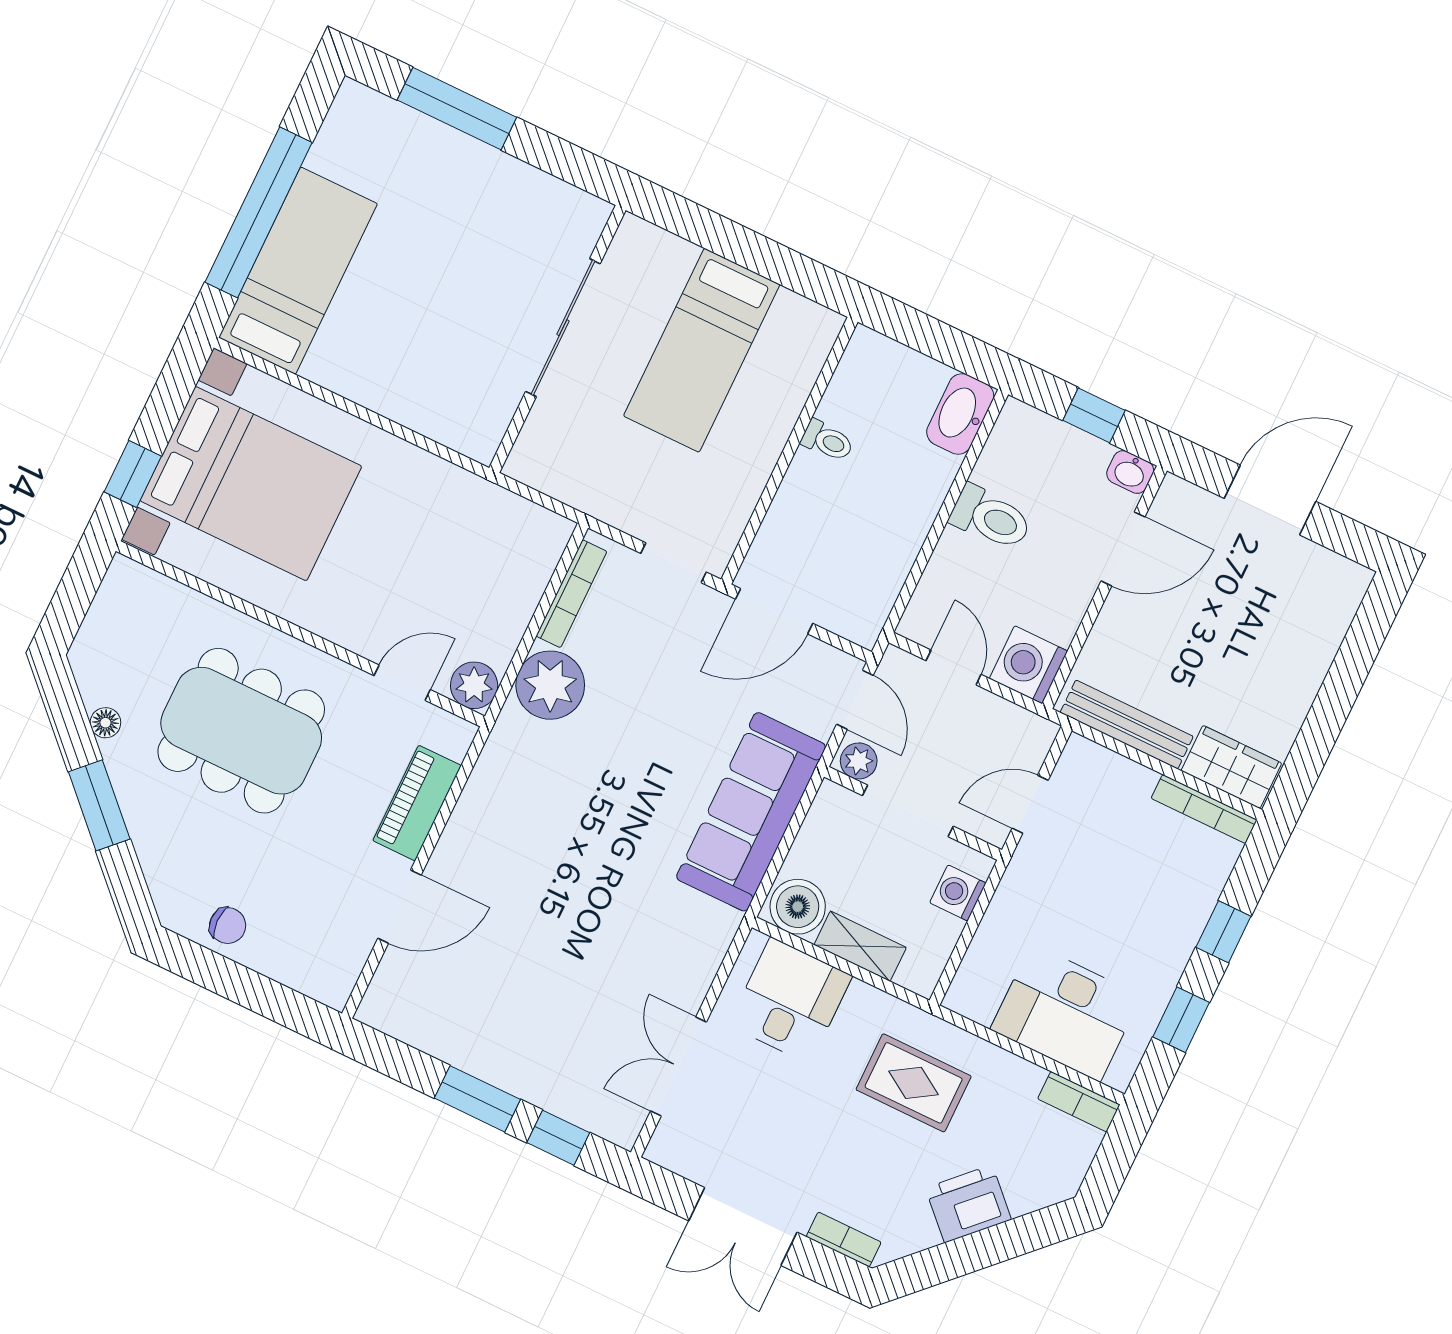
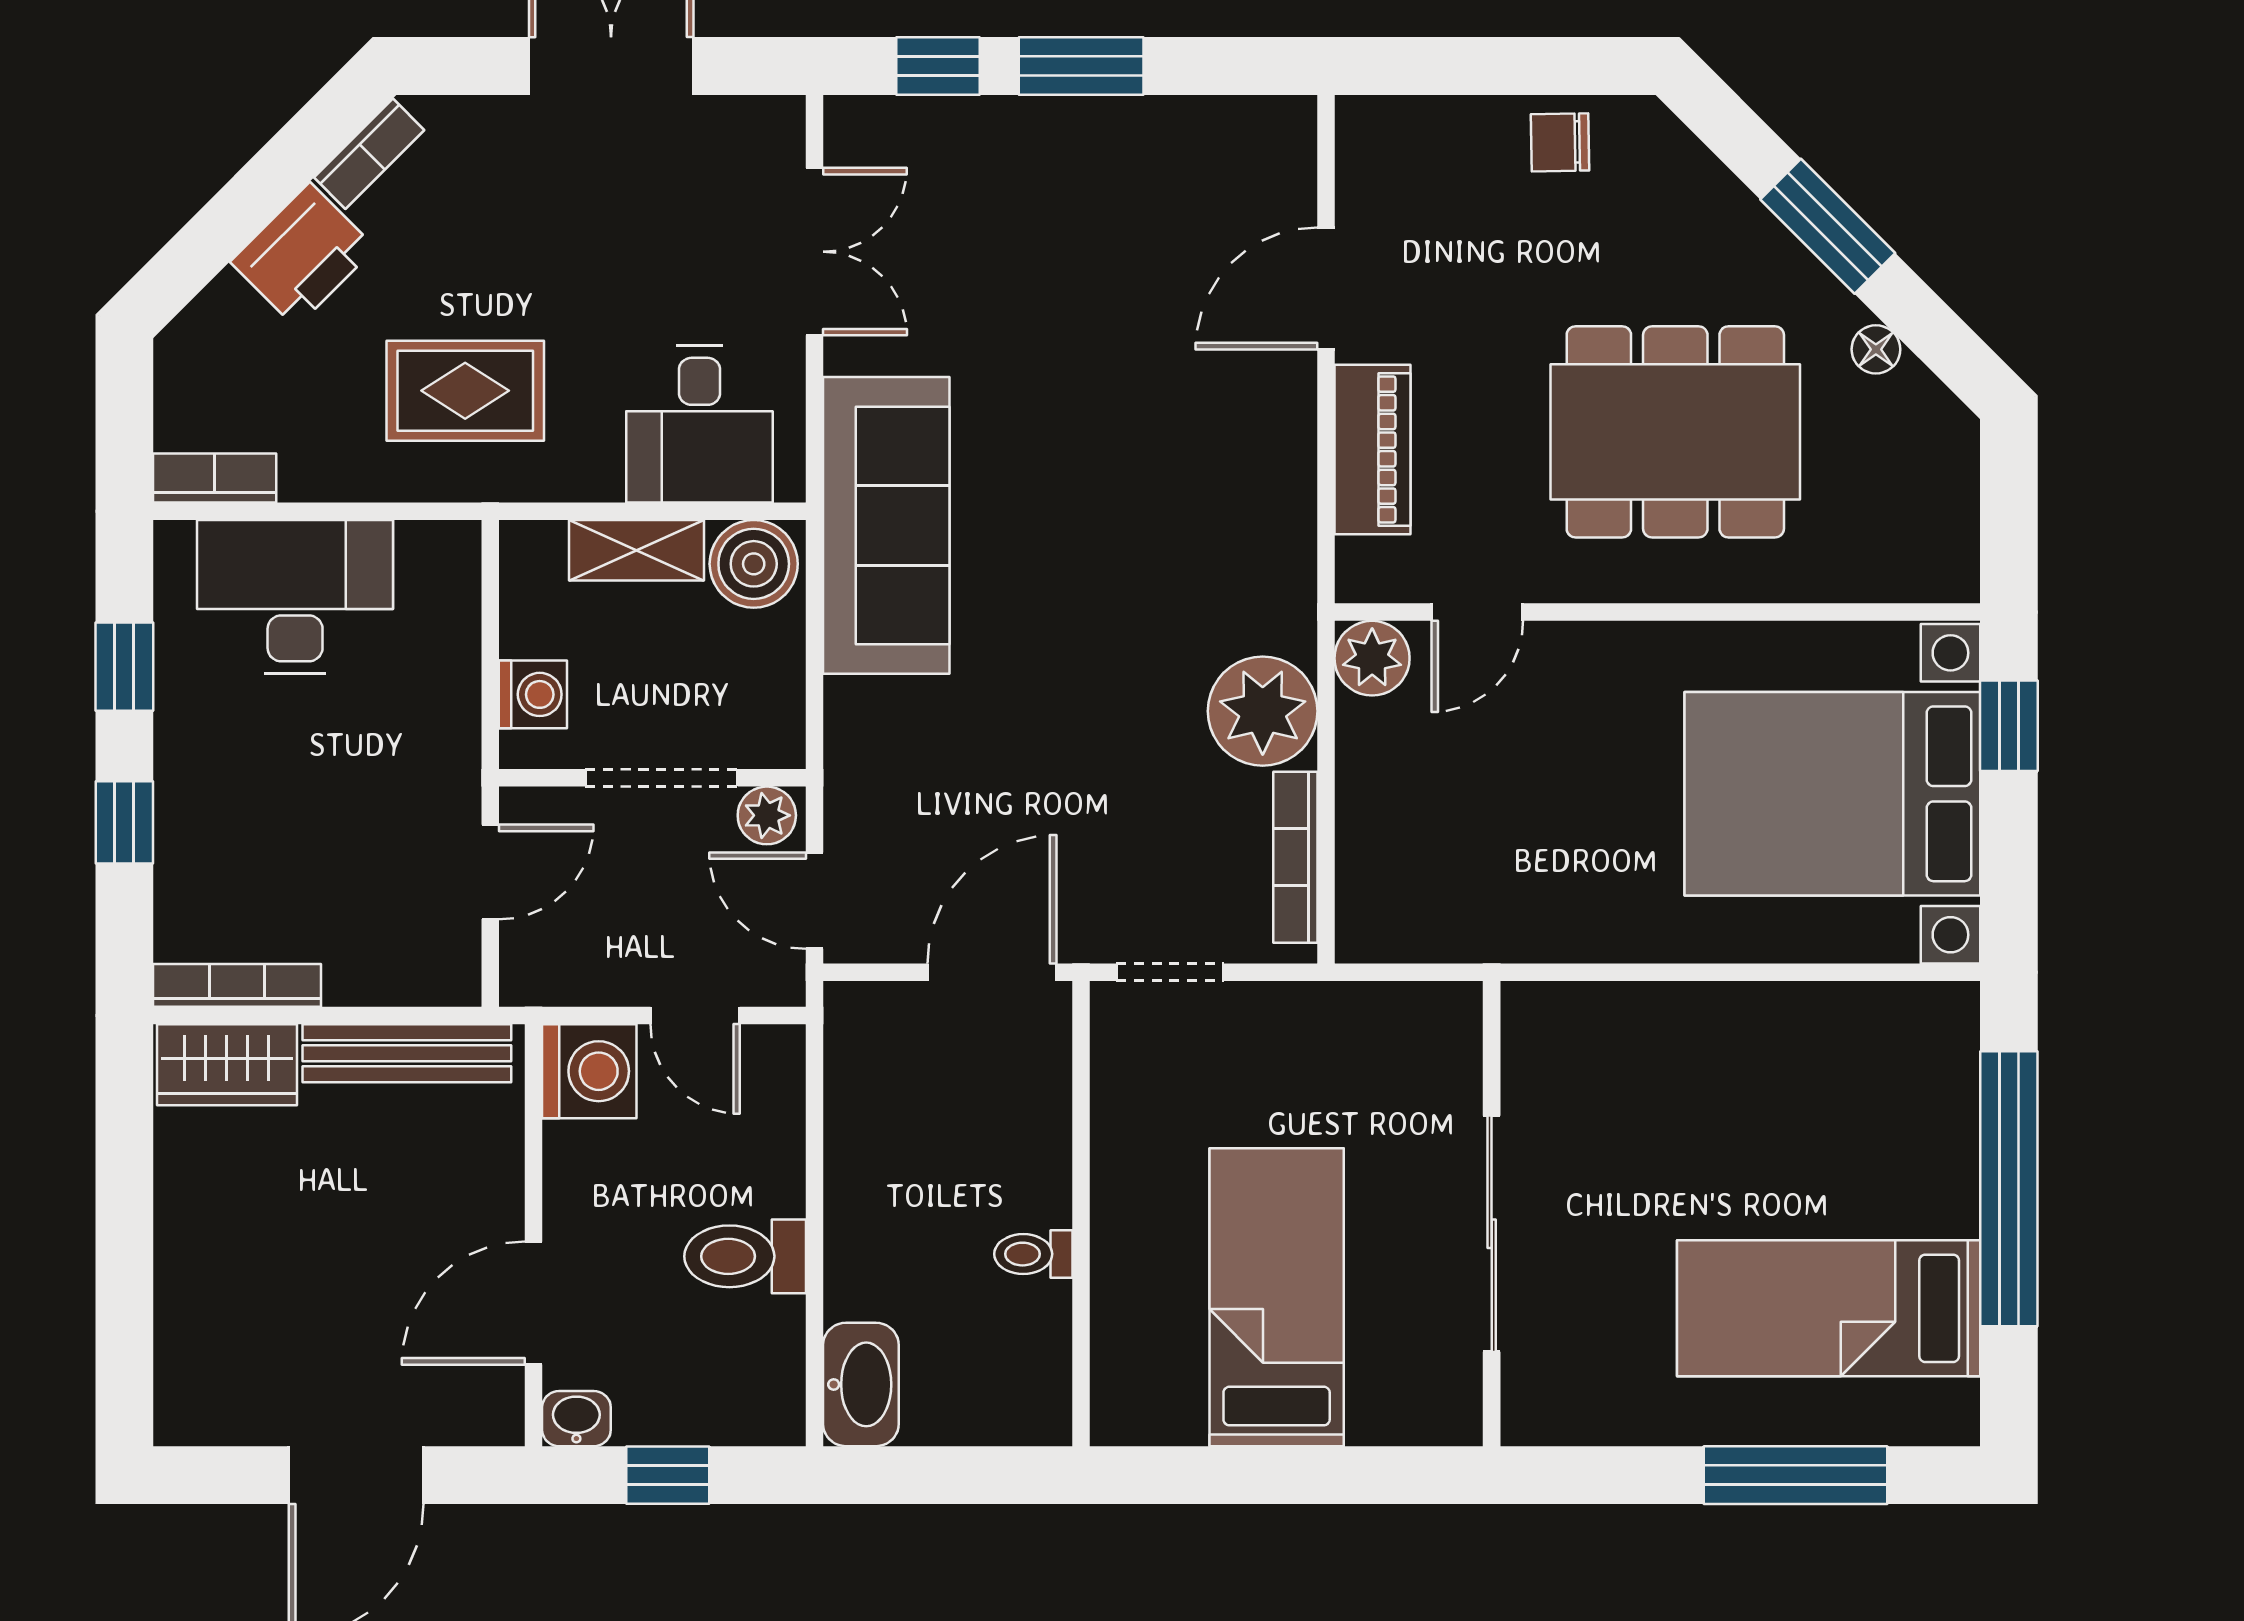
bed: (298, 271) -> (1829, 1308), moved, turned 90
sofa: (751, 812) -> (886, 525), moved
bookcase: (844, 1239) -> (369, 154), moved, turned -45

